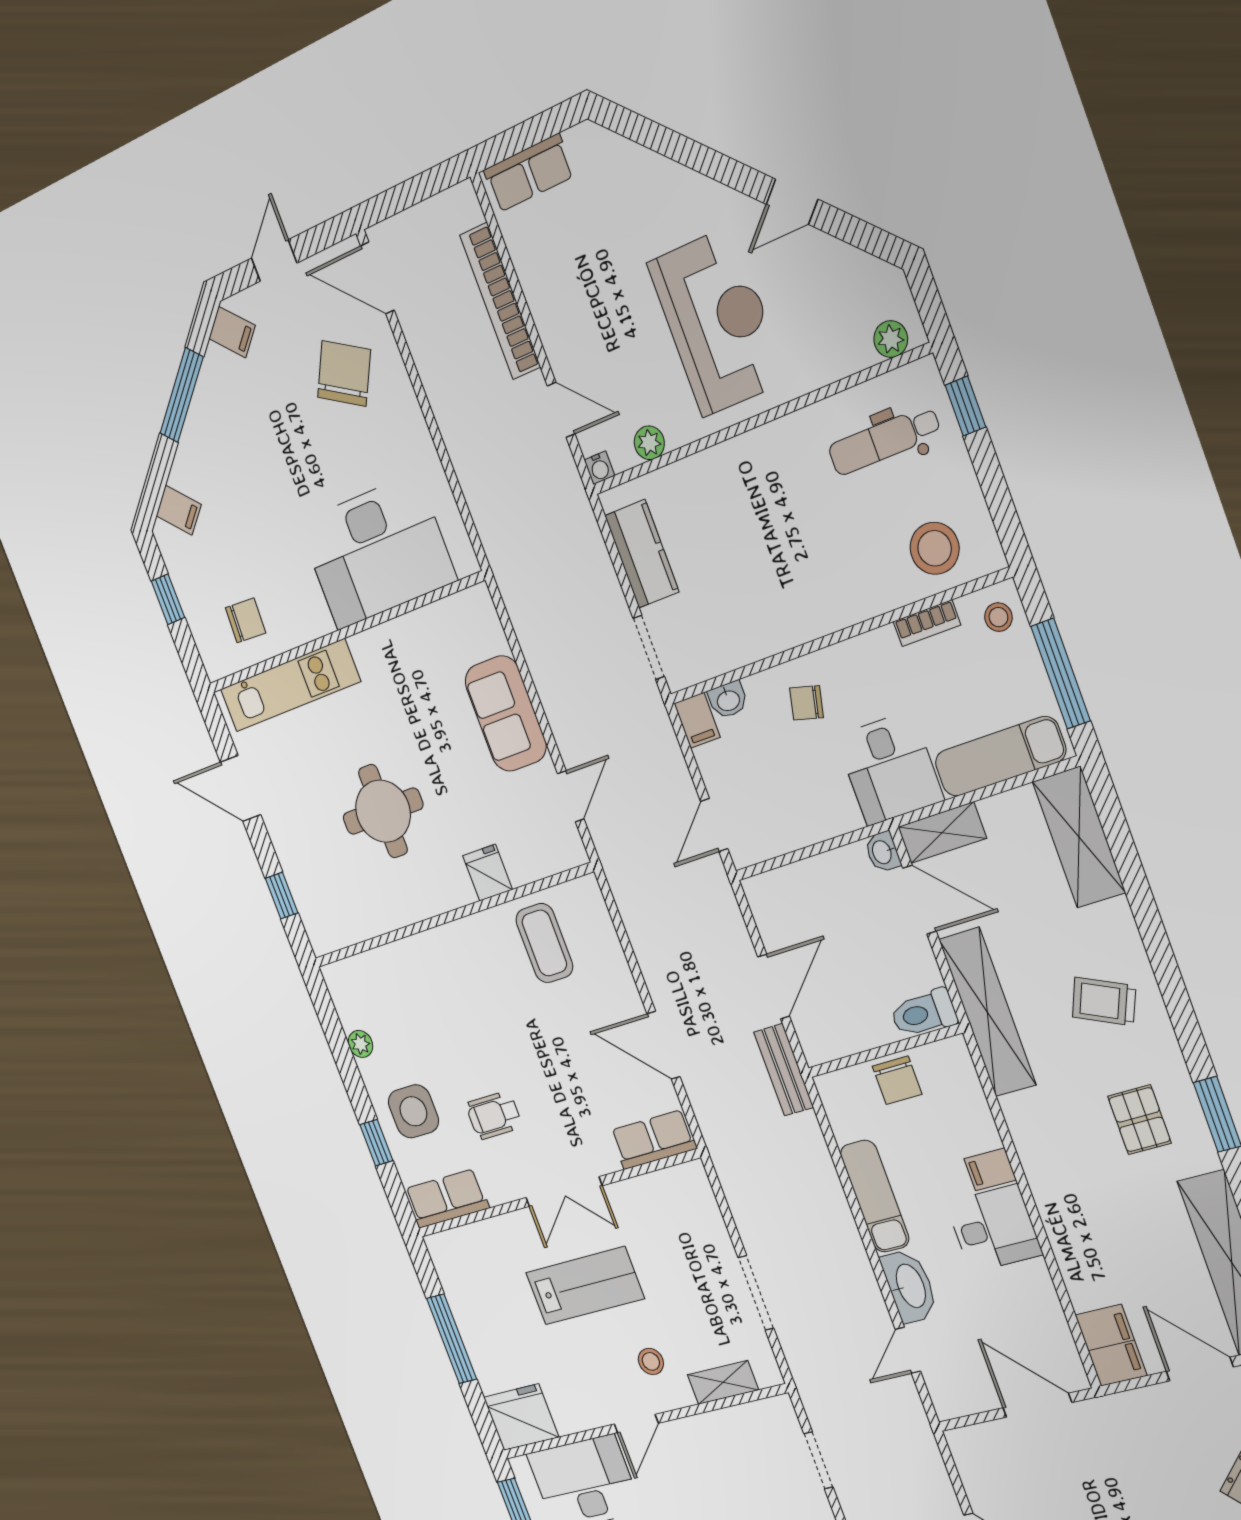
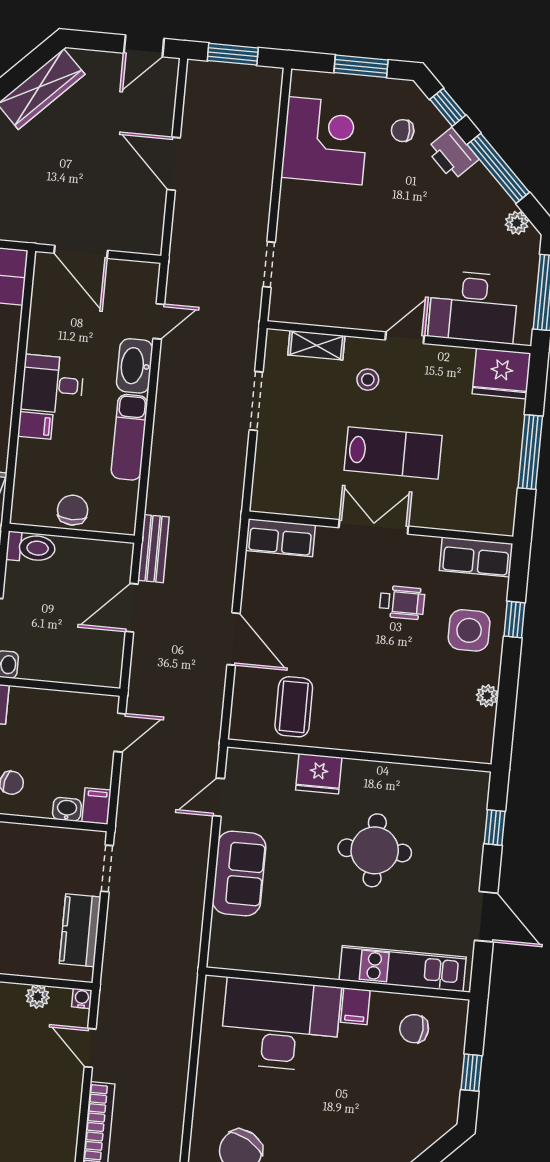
filing cabinet: (179, 510) -> (355, 1006), moved, turned -135
fridge: (488, 873) -> (319, 774), width x1.38
door: (664, 1045) -> (234, 639), moved
lab bench: (585, 1286) -> (393, 453), turned 180

